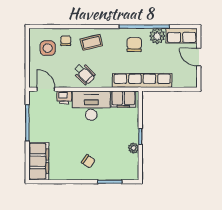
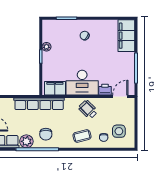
door: (46, 89) -> (120, 96), swing flipped

